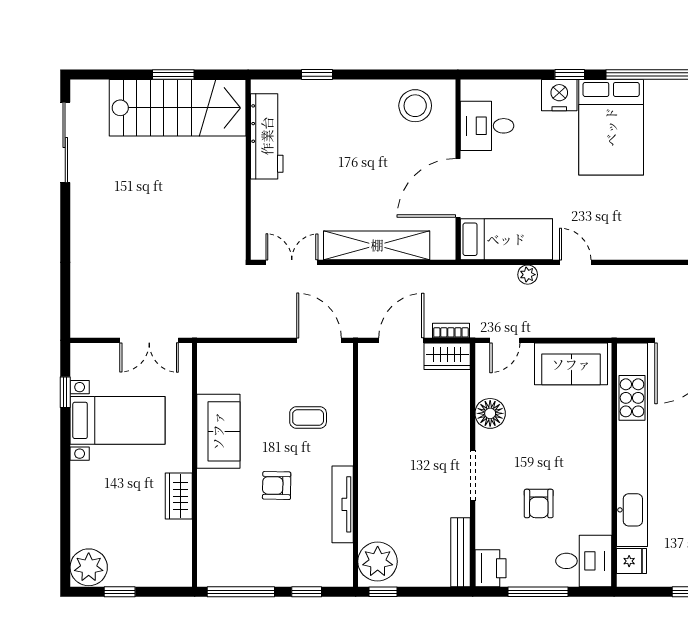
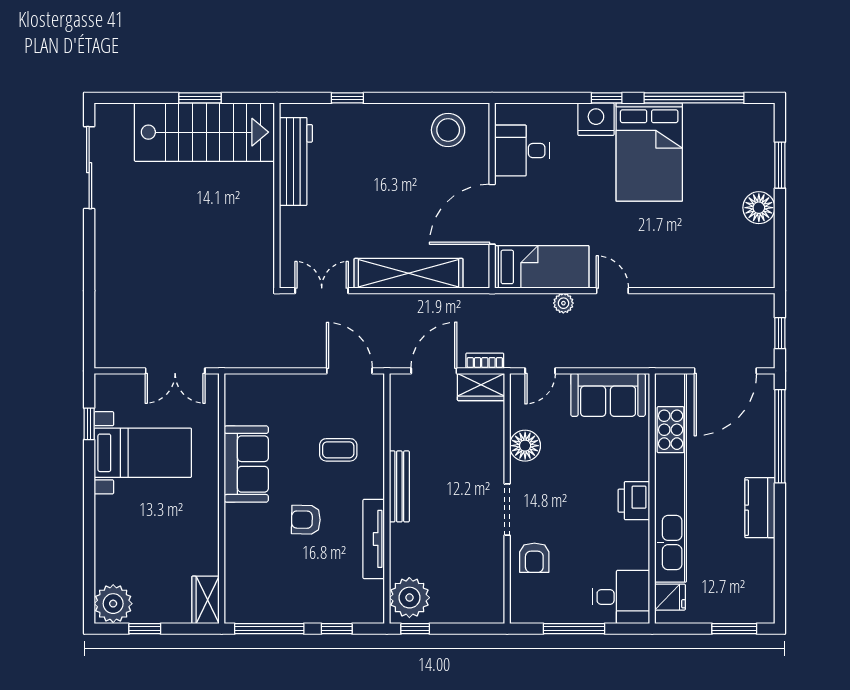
wardrobe: (179, 496) -> (206, 600), moved
armchair: (539, 503) -> (534, 558), moved
bench: (460, 552) -> (399, 486), moved
printer: (490, 568) -> (634, 501), moved, turned 180

